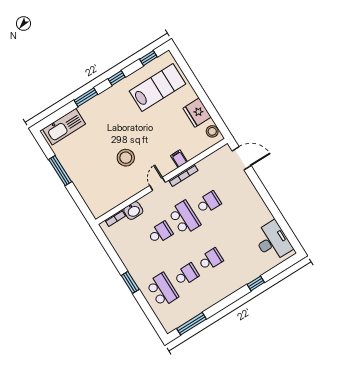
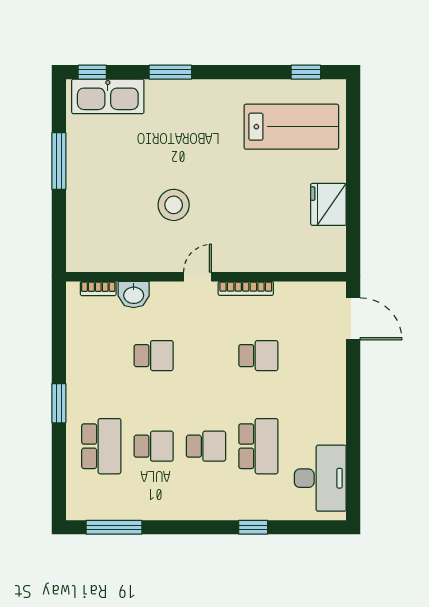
window: (117, 78) -> (92, 72), moved
stool: (212, 131) -> (334, 248), removed
filing cabinet: (179, 159) -> (255, 259), removed
school desk: (184, 218) -> (258, 446), moved

